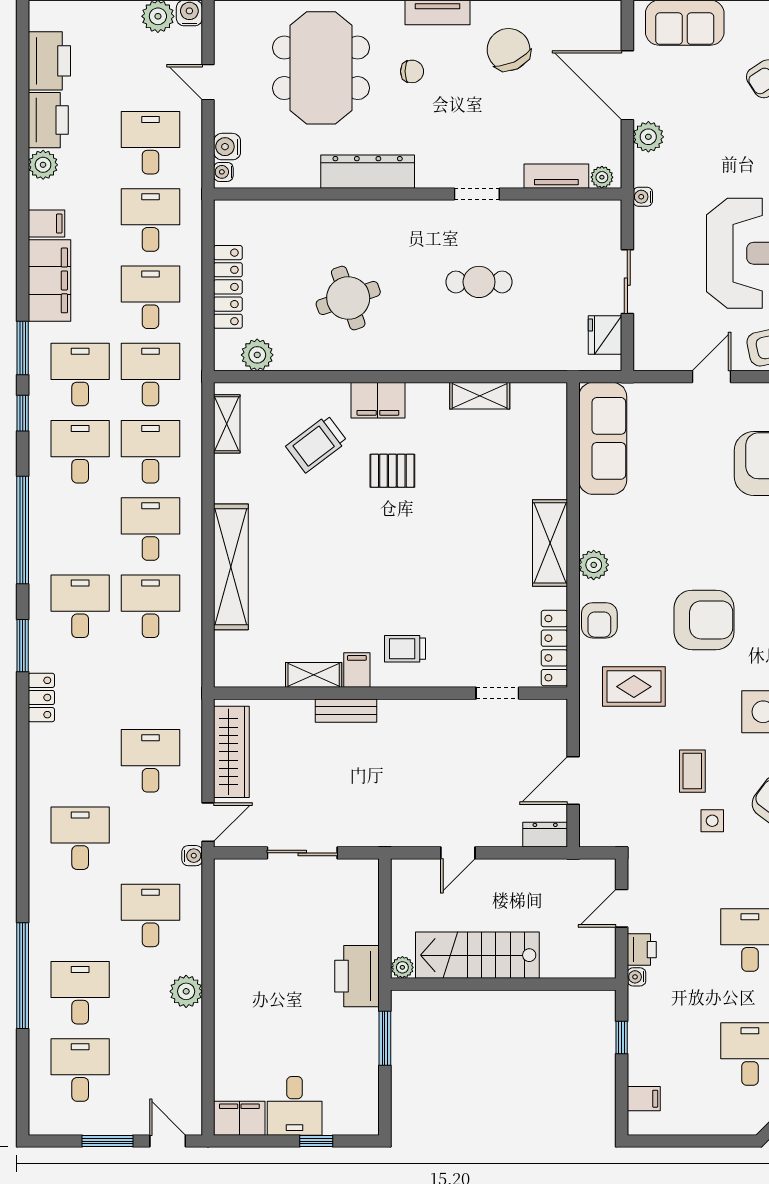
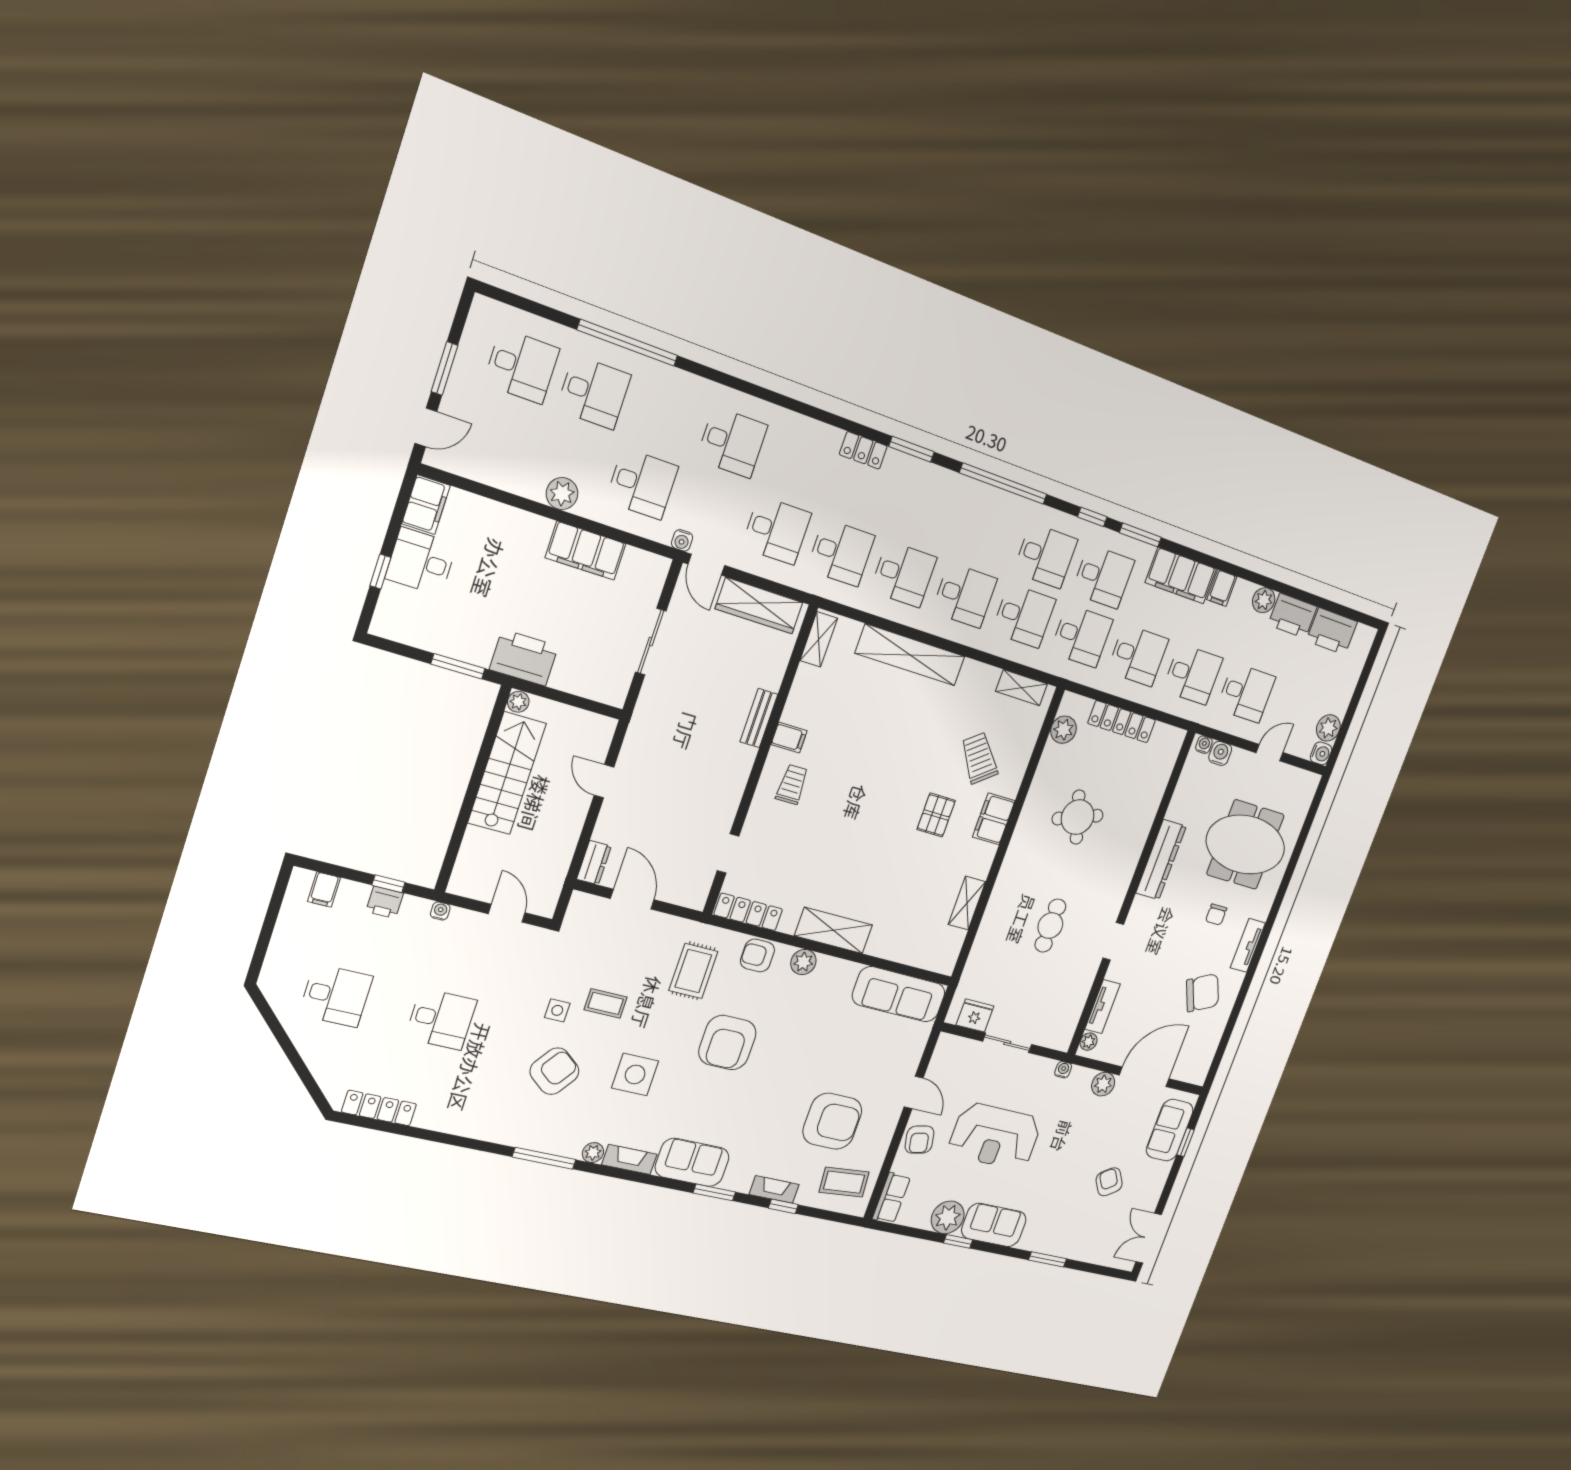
desk: (80, 606) -> (841, 553), moved
shelving: (314, 675) -> (819, 639), moved
filing cabinet: (233, 950) -> (586, 551), added
printer: (642, 950) -> (385, 902), moved

